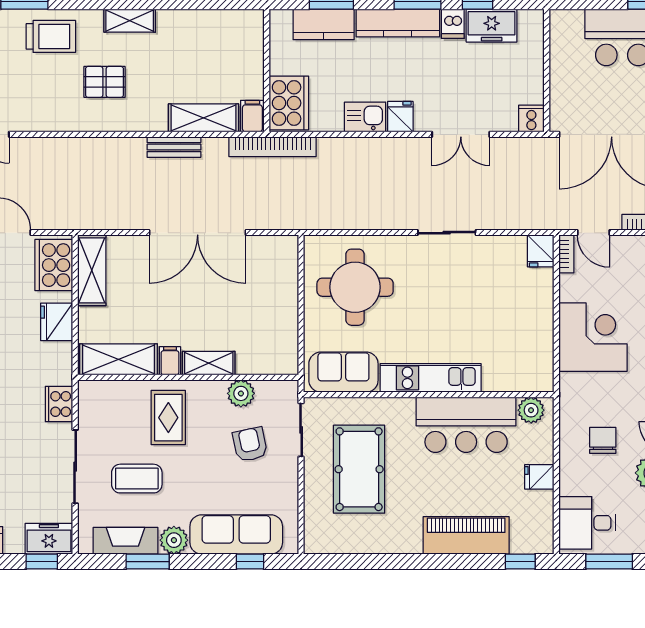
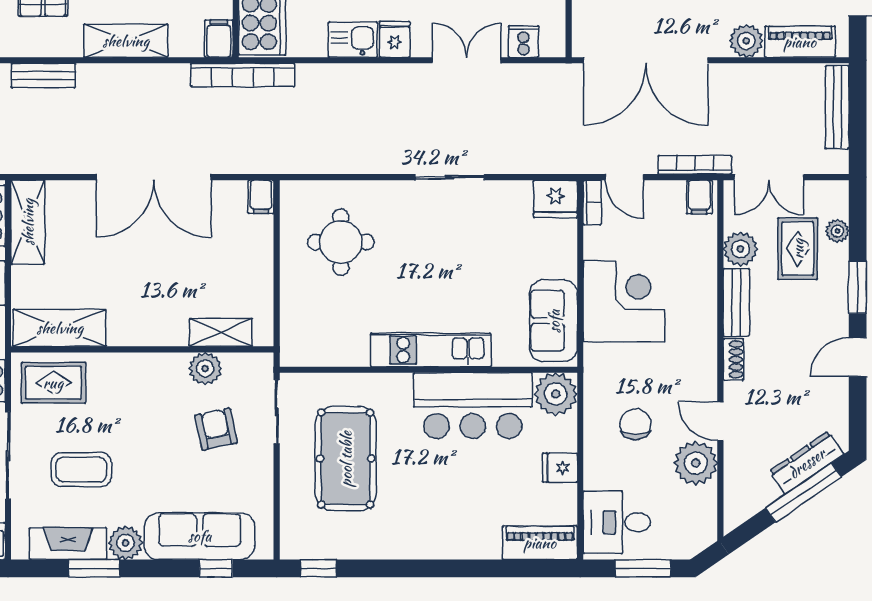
shelving: (204, 118) -> (126, 41), moved
cooker: (531, 118) -> (524, 41), moved
double door: (461, 134) -> (467, 60), swing flipped
bench: (174, 147) -> (43, 75), moved
fridge: (541, 251) -> (555, 199), width x1.38
round table: (355, 287) -> (341, 242), width x0.73, depth x0.73
filing cabinet: (170, 361) -> (261, 197), moved, turned 180
shelving: (209, 363) -> (221, 332), moved
sofa: (343, 372) -> (554, 321), moved, turned -90
plant: (531, 410) -> (556, 394), width x1.36, depth x1.36
rug: (168, 418) -> (53, 383), moved, turned 90
piano: (466, 535) -> (540, 543), moved, width x0.73, depth x0.75
window: (520, 562) -> (318, 568), moved

